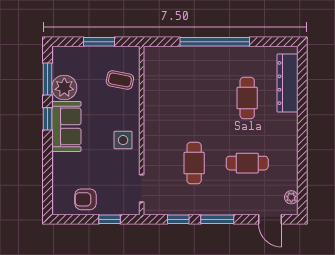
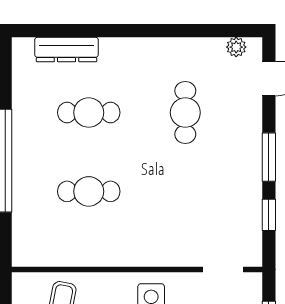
dresser: (288, 83) -> (66, 50), width x0.73, depth x0.80
cafe table: (194, 163) -> (89, 191), moved

